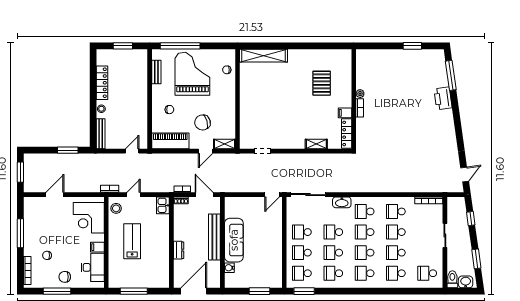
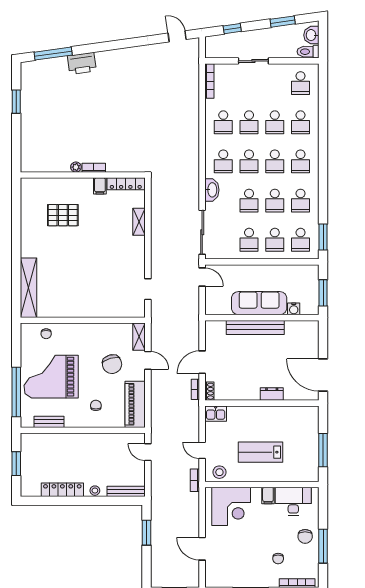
bench: (214, 237) -> (255, 327), moved
sofa: (234, 240) -> (259, 303), moved
wall: (222, 242) -> (262, 318), moved
water cooler: (229, 268) -> (294, 309), moved

